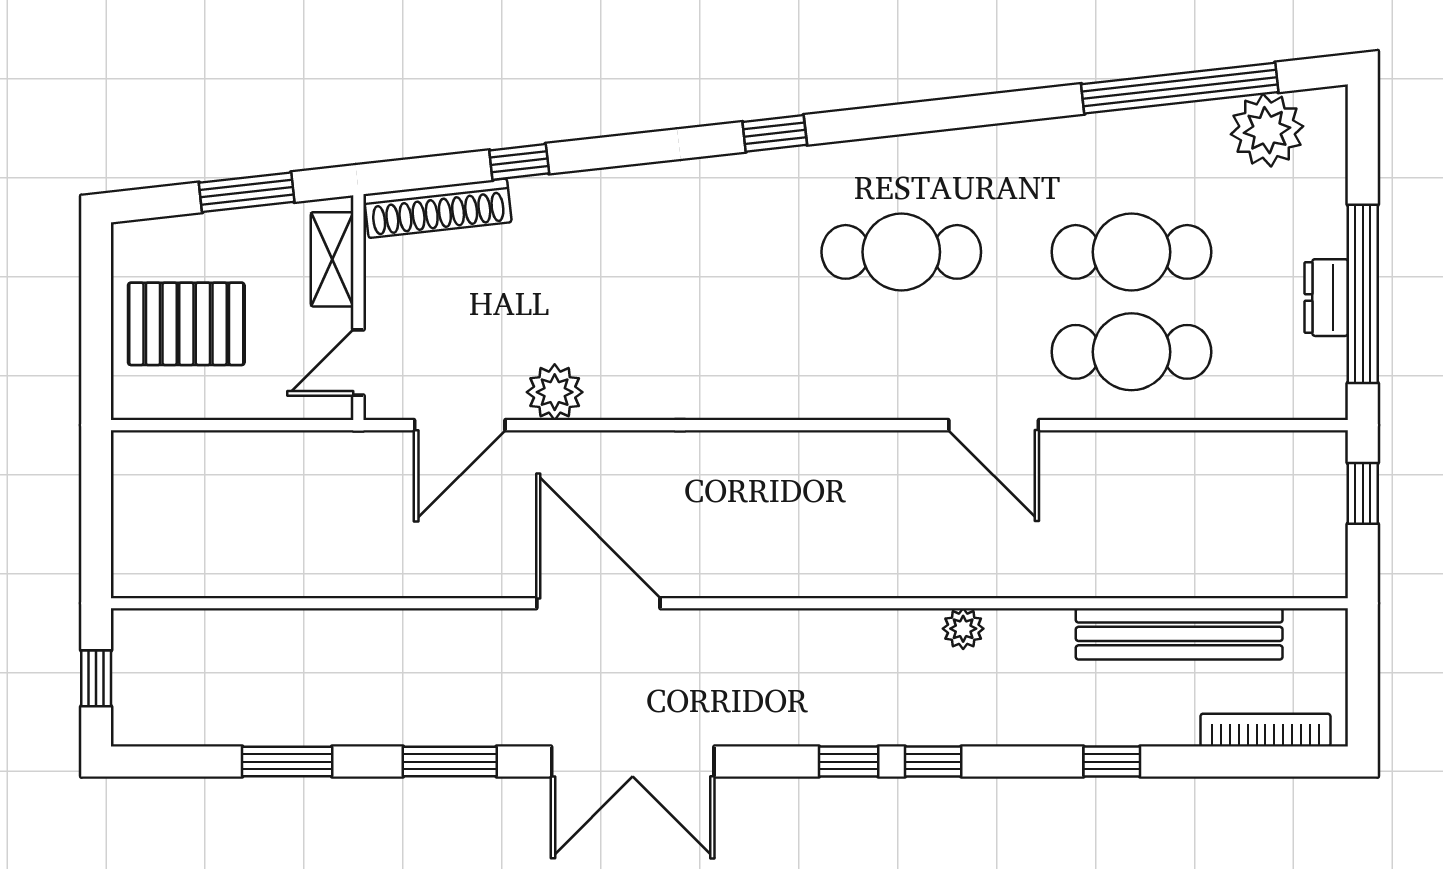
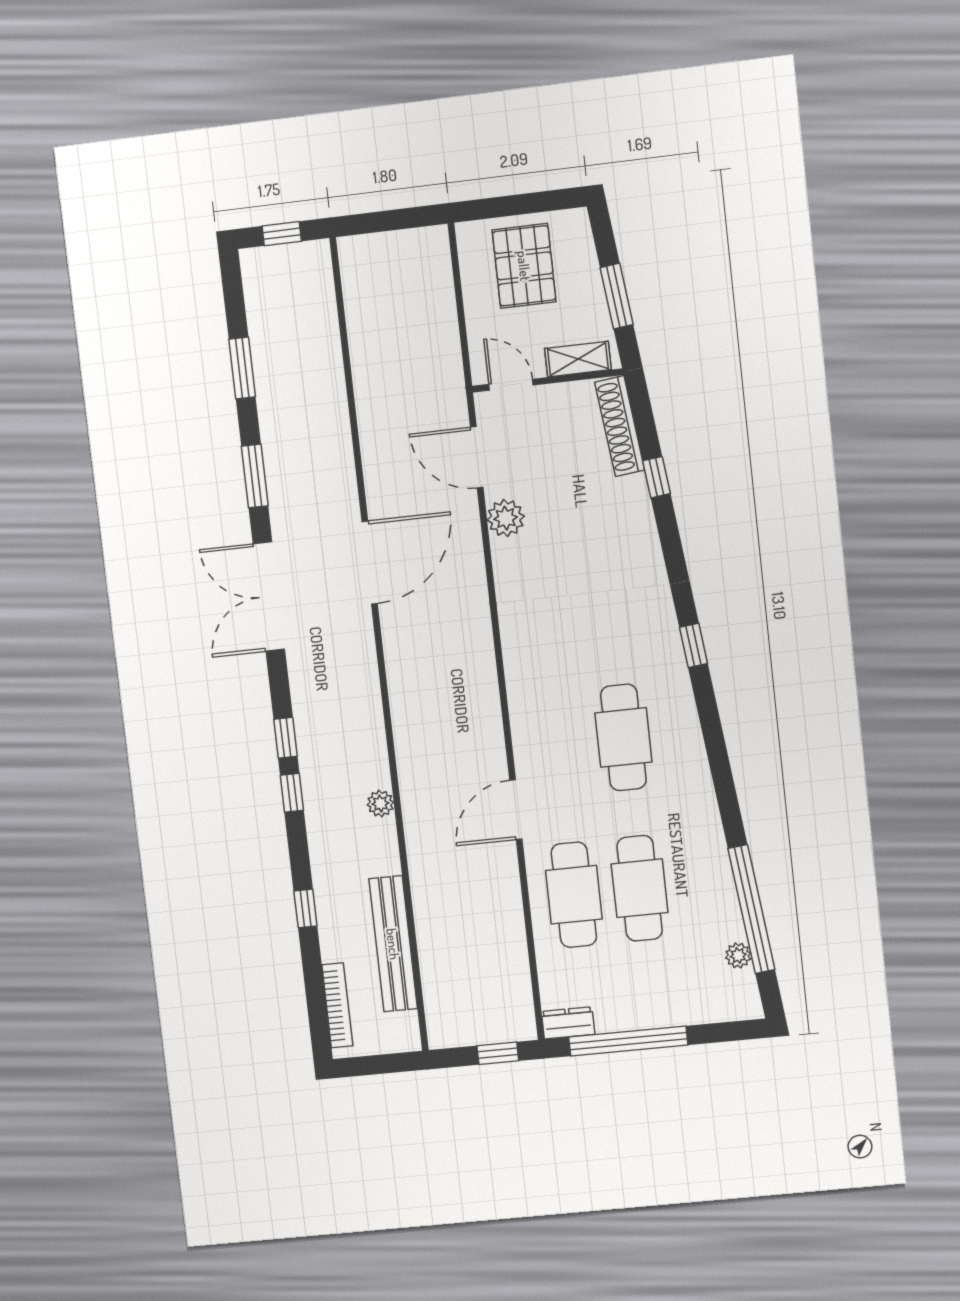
plant: (1267, 130) -> (738, 955), width x0.53, depth x0.53
dresser: (1326, 298) -> (568, 1023), moved

